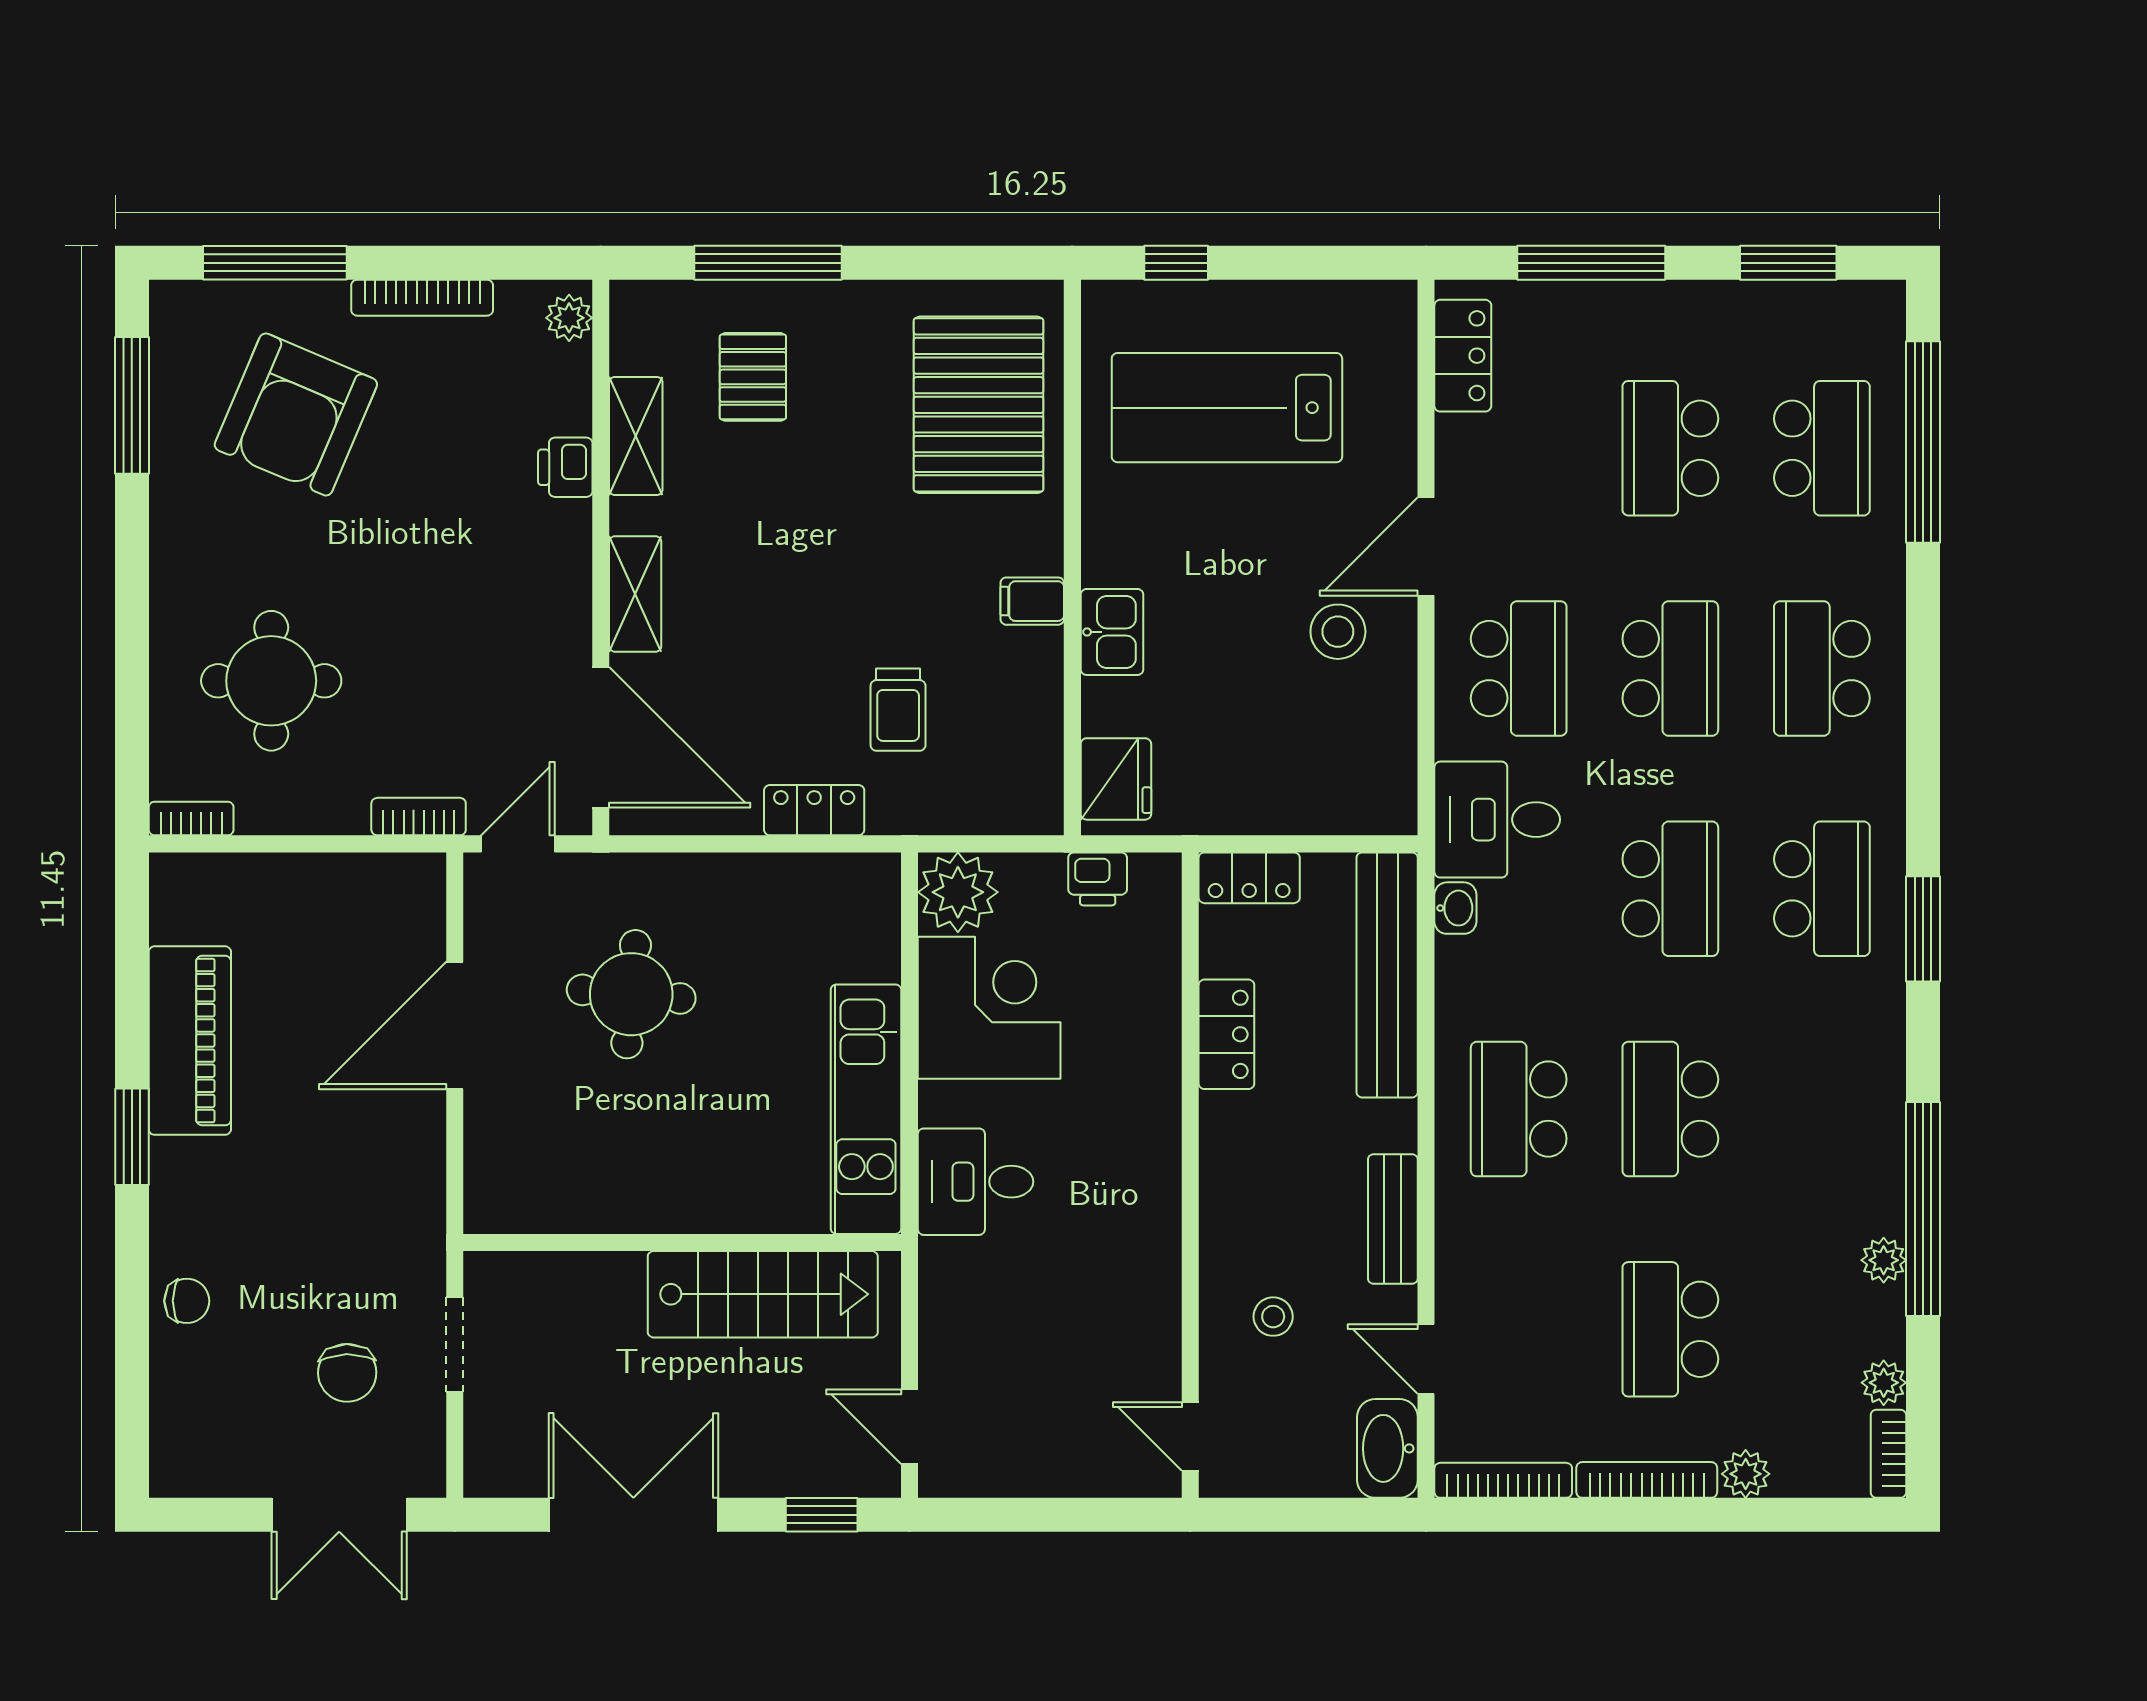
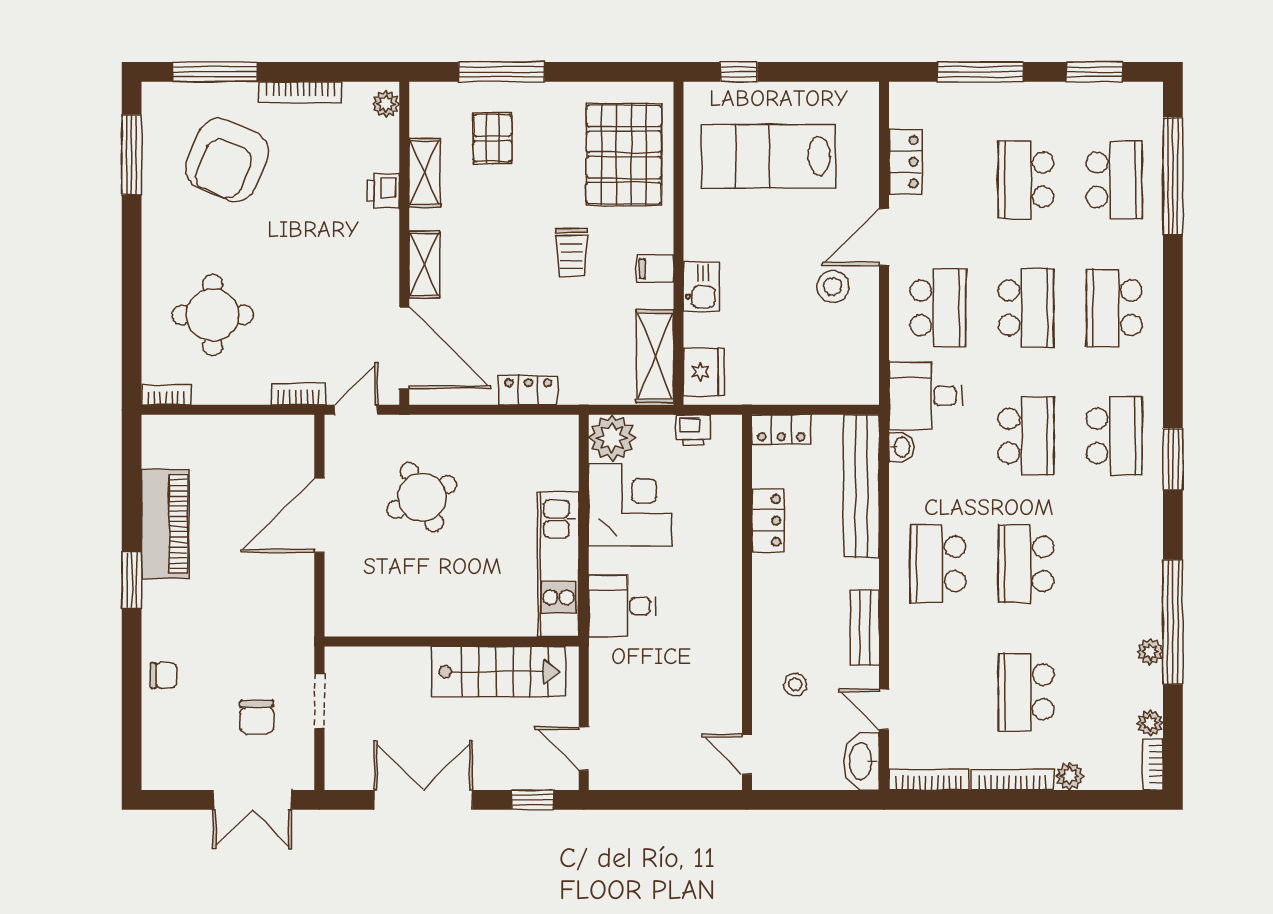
locker: (1463, 356) -> (905, 162), moved
trolley: (898, 710) -> (571, 253), moved
shelving: (1032, 752) -> (655, 356), added
round table: (631, 994) -> (422, 497), turned -31

